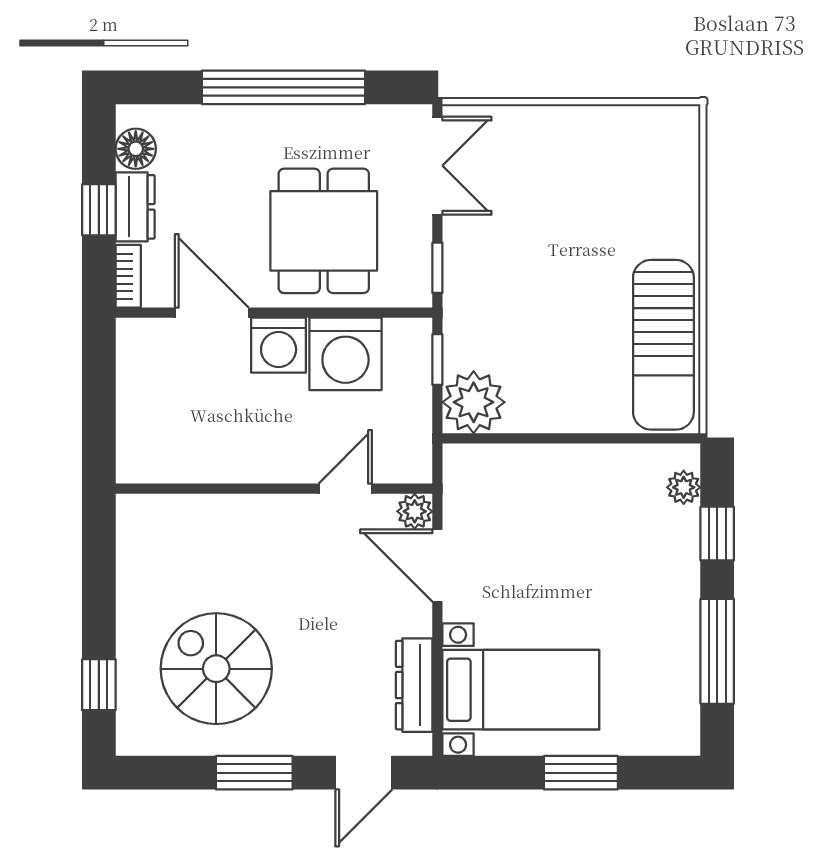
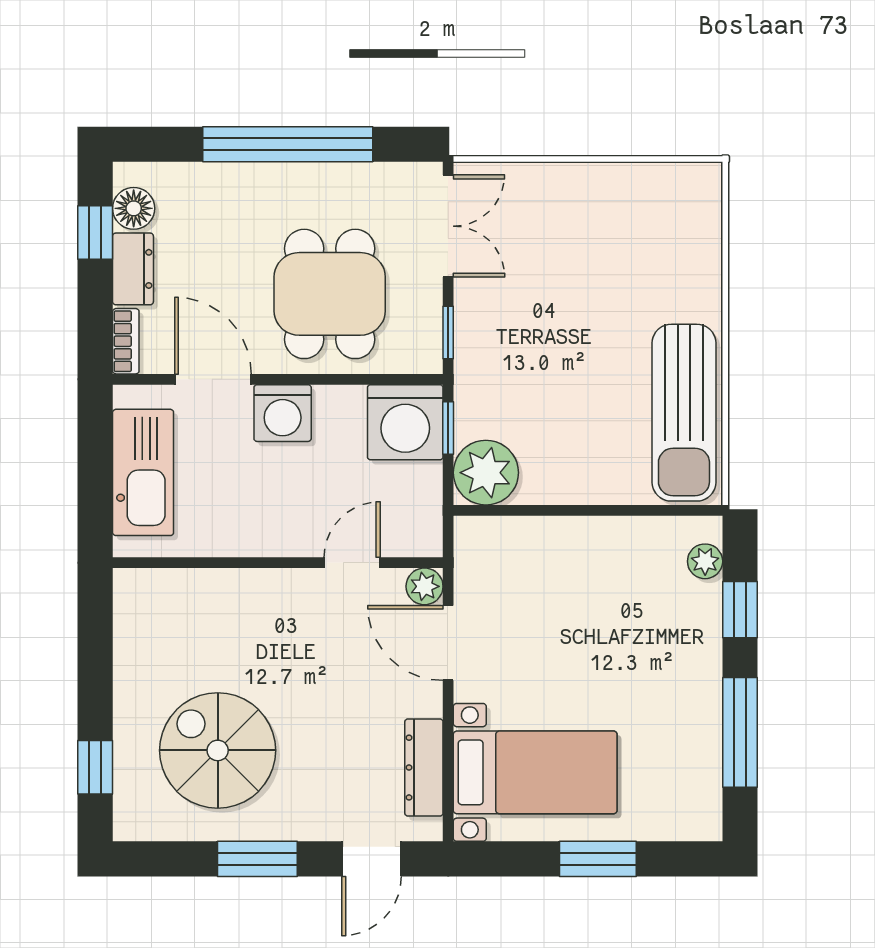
window: (99, 210) -> (95, 233), moved
washing machine: (345, 354) -> (405, 422), moved
kitchen sink: (145, 402) -> (143, 472), added

